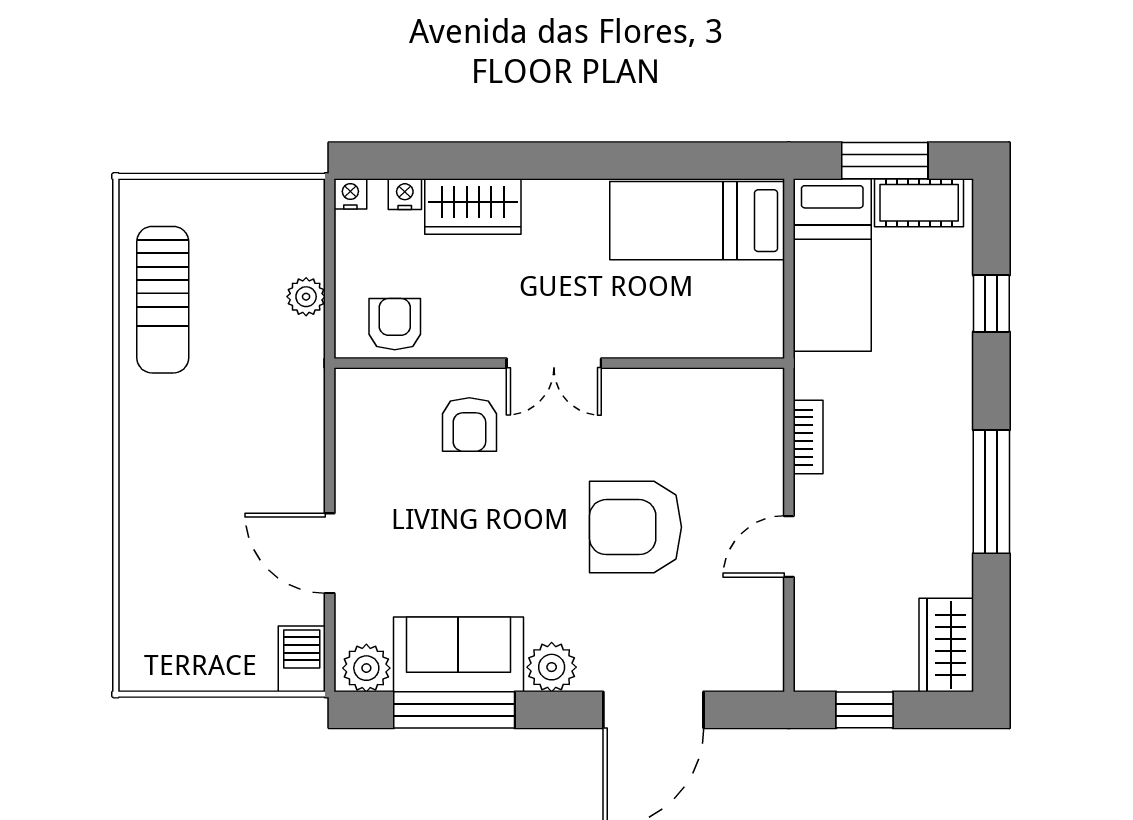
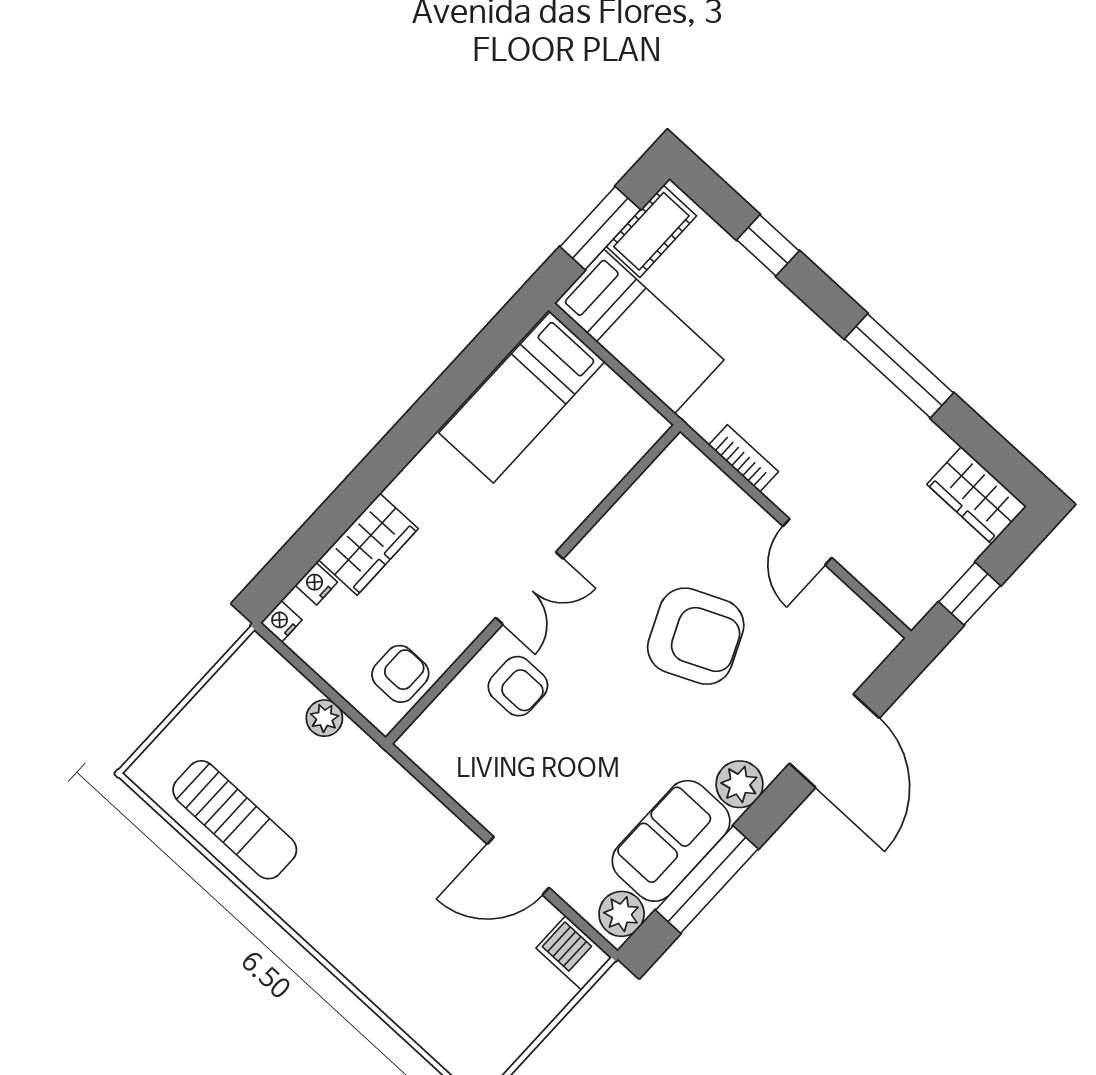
armchair: (395, 324) -> (400, 674), turned 90
armchair: (636, 527) -> (696, 636), turned -114

